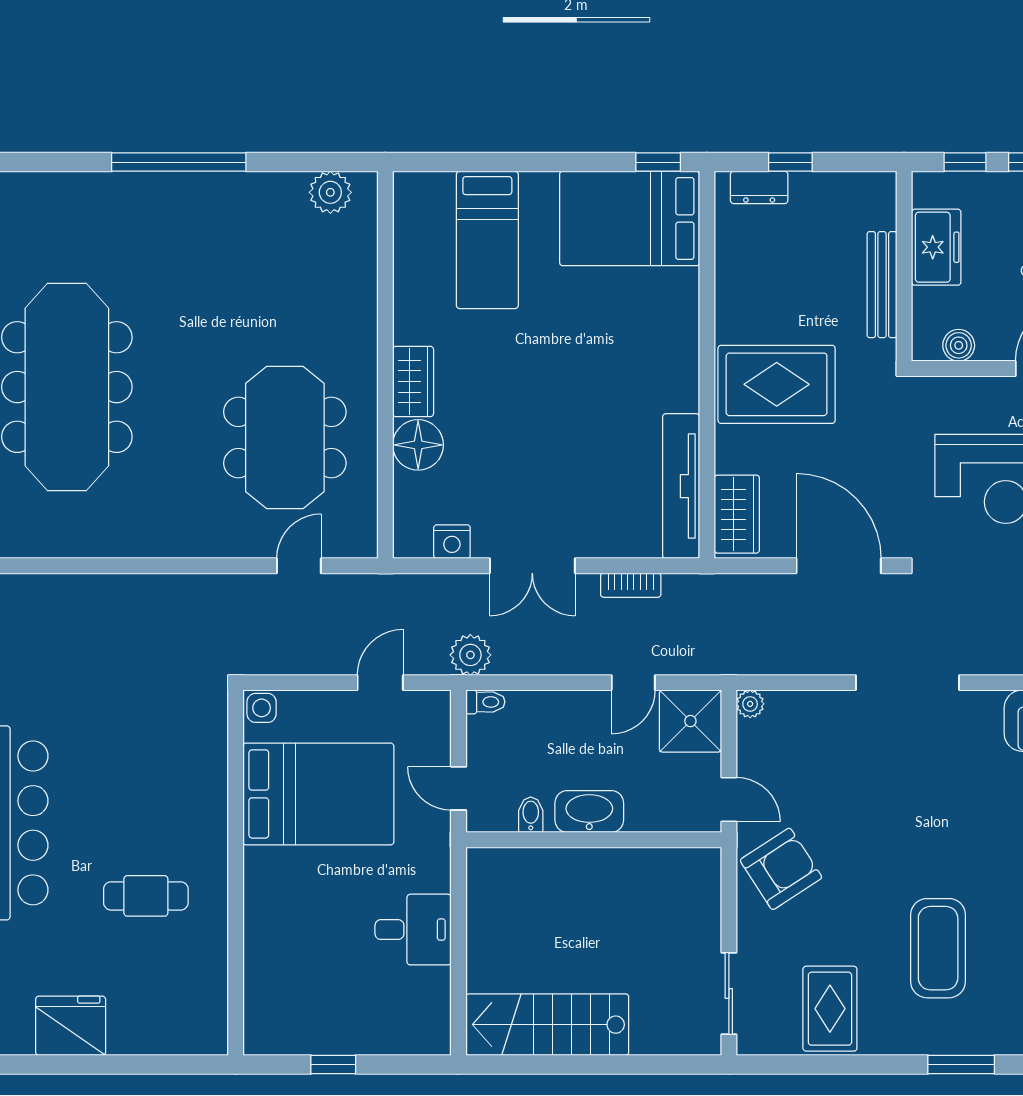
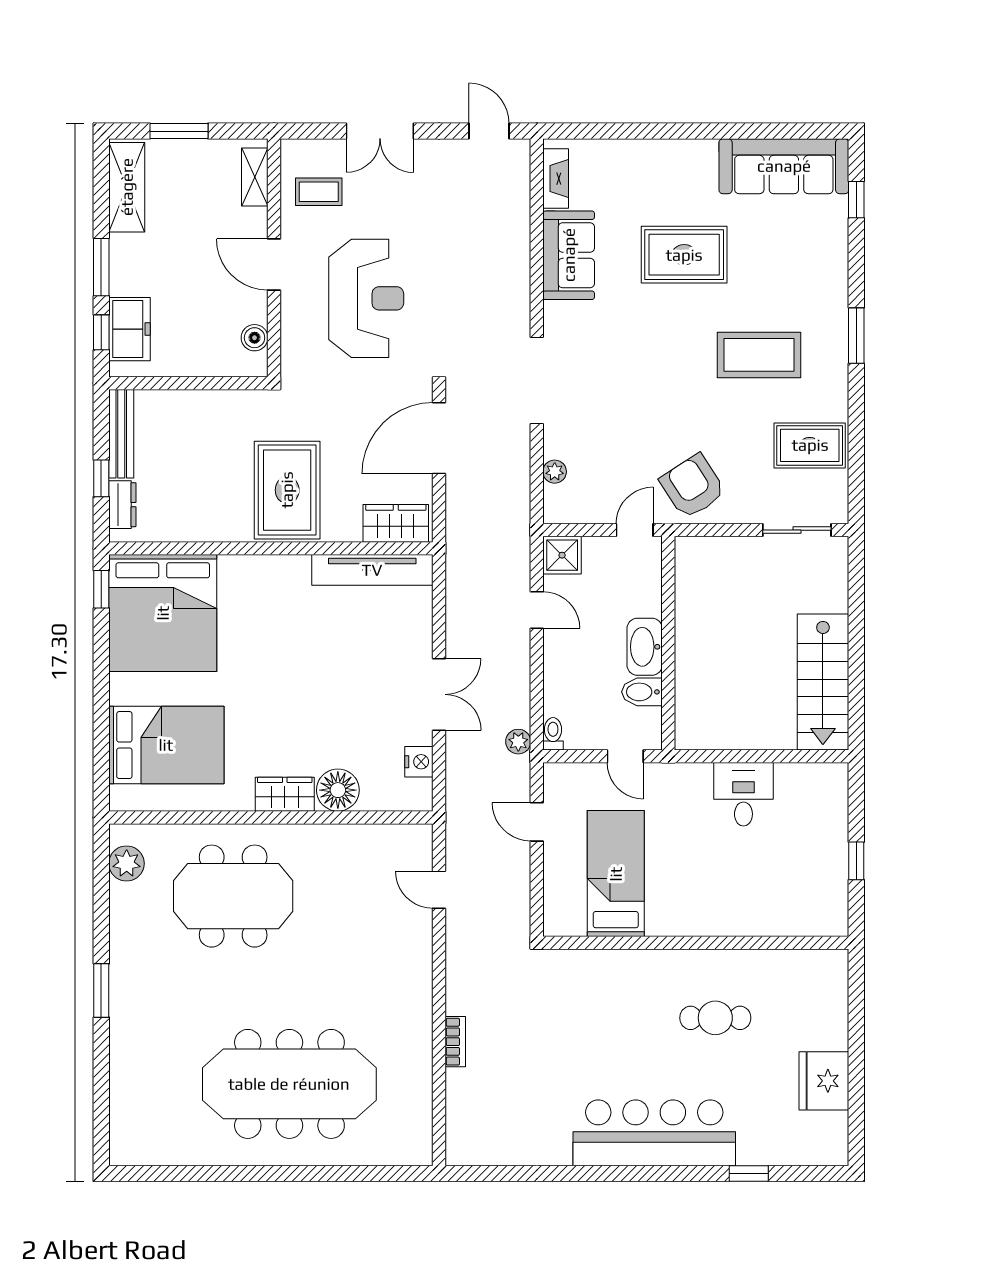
window: (179, 162) -> (101, 990), width x0.47
bed: (630, 218) -> (163, 613), width x1.36
bed: (487, 240) -> (166, 745), width x1.50
freezer: (936, 247) -> (130, 329), moved, turned 90
bench: (882, 285) -> (121, 434), moved, turned 90
meeting table: (285, 437) -> (233, 896), moved
bookcase: (631, 585) -> (455, 1042), moved
plant: (470, 655) -> (518, 742), width x0.73, depth x0.73
plant: (750, 704) -> (555, 472), moved
side table: (262, 708) -> (558, 921), removed
shower: (690, 721) -> (562, 555), width x0.73, depth x0.73
door: (458, 788) -> (625, 756), hinge flipped
bed: (318, 794) -> (616, 874), width x0.67
bidet: (531, 815) -> (642, 692), width x1.38, depth x1.36
cafe table: (146, 896) -> (715, 1018), turned 90

